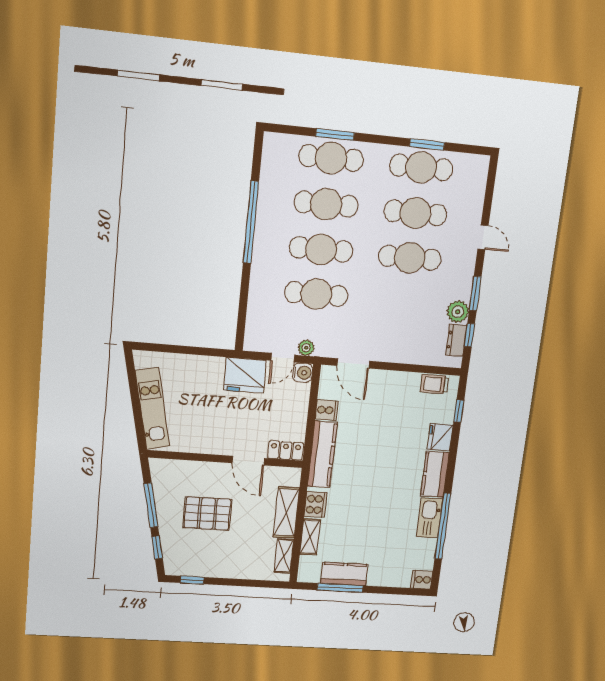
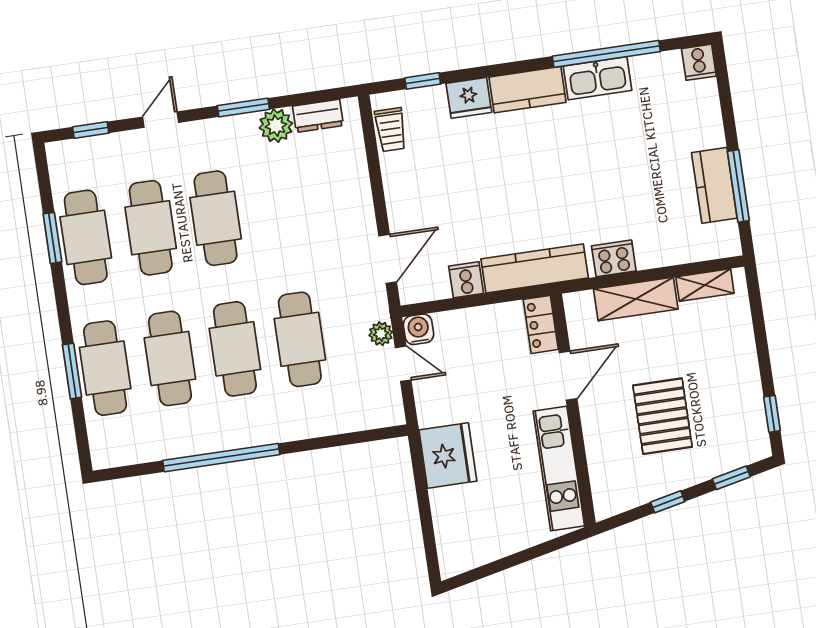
window: (469, 335) -> (91, 130), moved
fridge: (245, 375) -> (448, 456), moved
kitchen unit: (152, 409) -> (559, 468), moved, turned -78
window: (151, 505) -> (668, 502), width x0.46
shelving: (310, 537) -> (666, 253), removed

